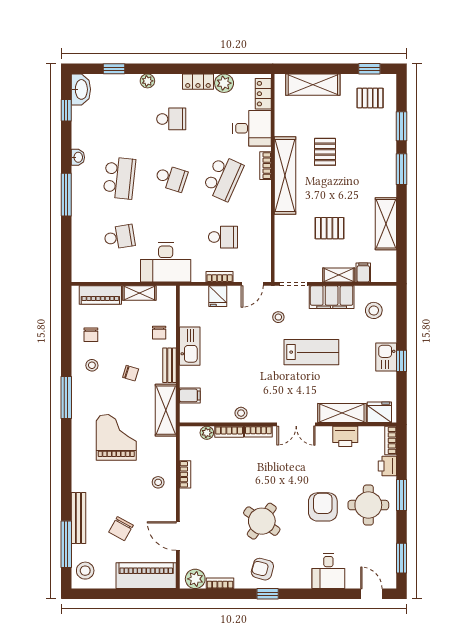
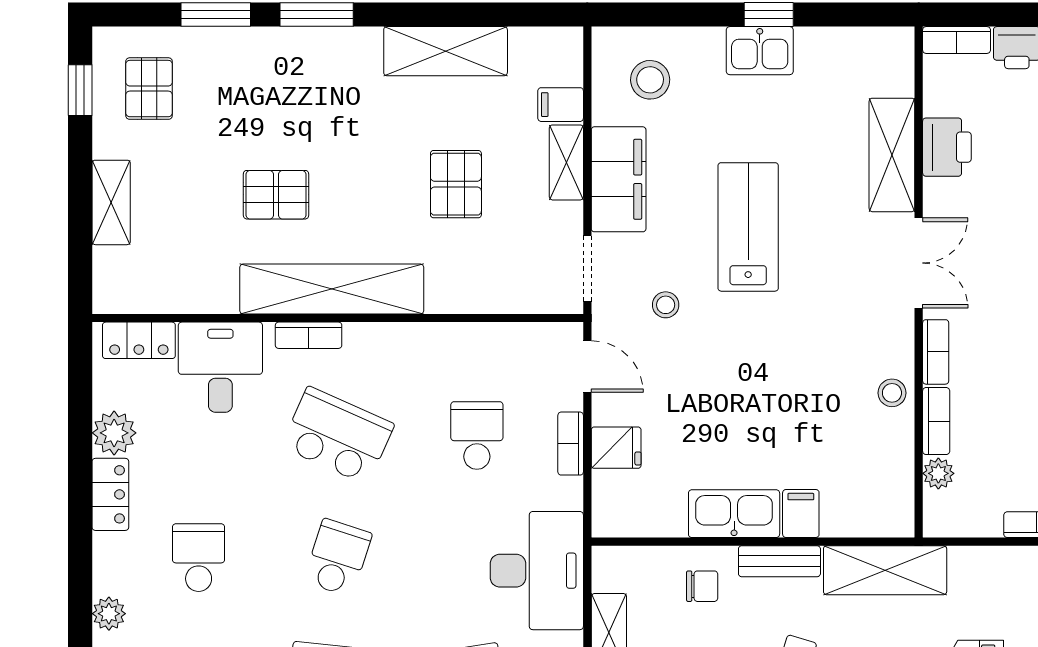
shelving: (313, 85) -> (111, 202), width x0.67, depth x0.75
filing cabinet: (190, 395) -> (801, 513), moved
fridge: (379, 412) -> (890, 66), removed

